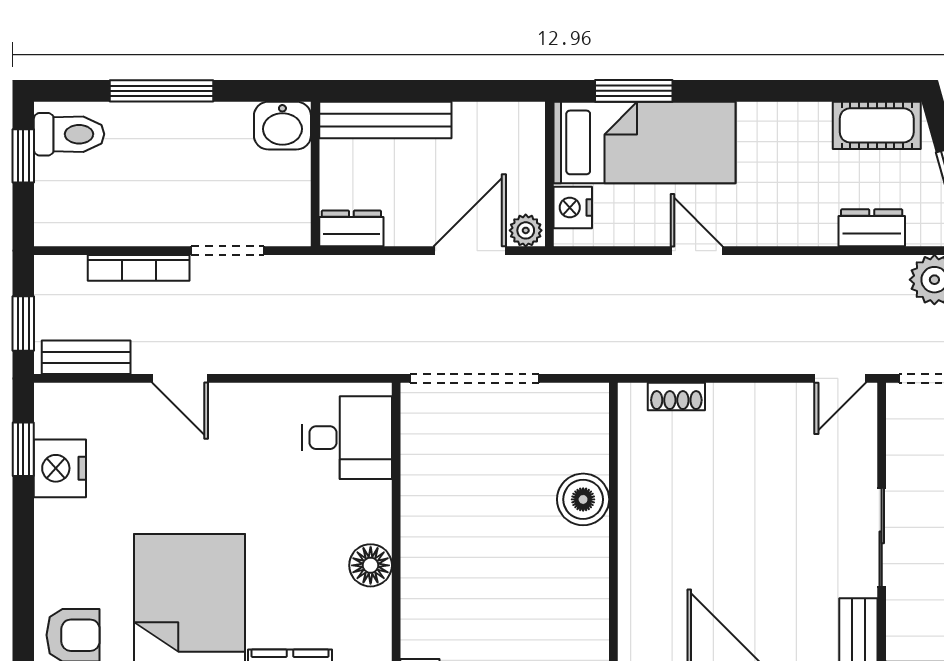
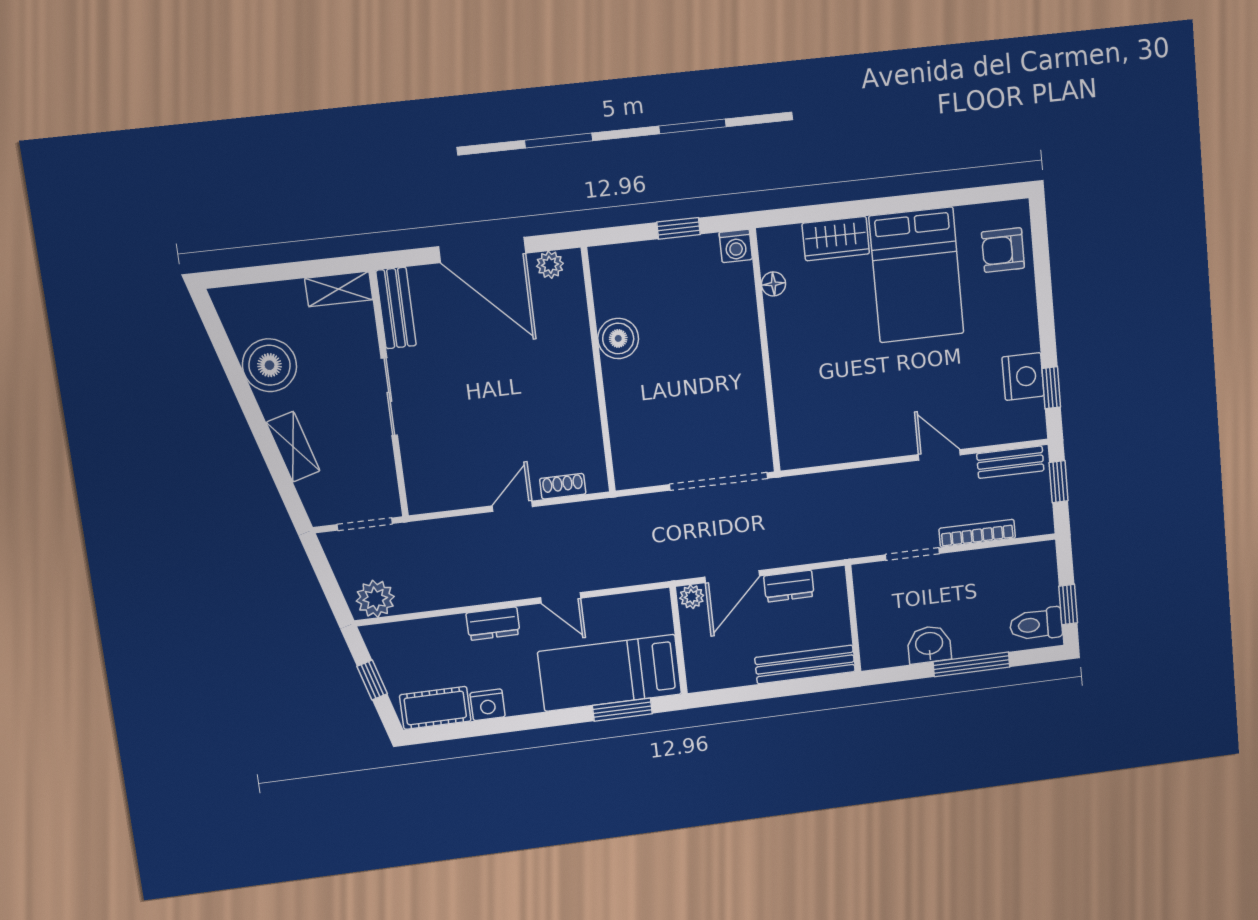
washbasin: (282, 126) -> (929, 644), moved
nightstand: (573, 208) -> (488, 705), moved, turned 90
dresser: (351, 228) -> (789, 586), moved
dresser: (872, 228) -> (493, 624), moved
door: (840, 378) -> (512, 506), moved
desk: (347, 438) -> (810, 425), removed
boiler: (583, 499) -> (618, 338), moved
floor lamp: (371, 565) -> (773, 284), moved, width x0.73, depth x0.73

